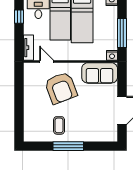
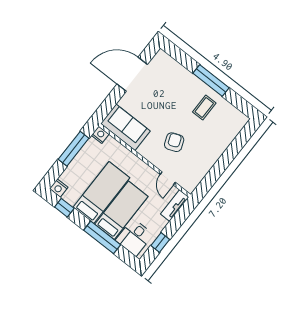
armchair: (61, 88) -> (174, 142), width x0.53, depth x0.53

